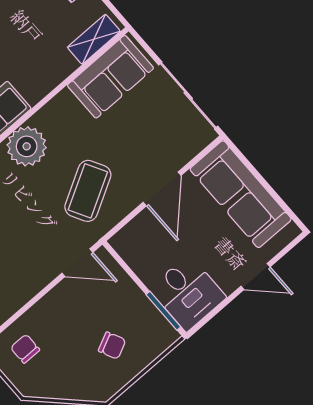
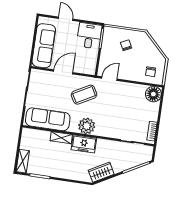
shelving: (94, 39) -> (61, 138), moved
sofa: (110, 77) -> (48, 119), width x1.36
door: (77, 263) -> (109, 79), hinge flipped

